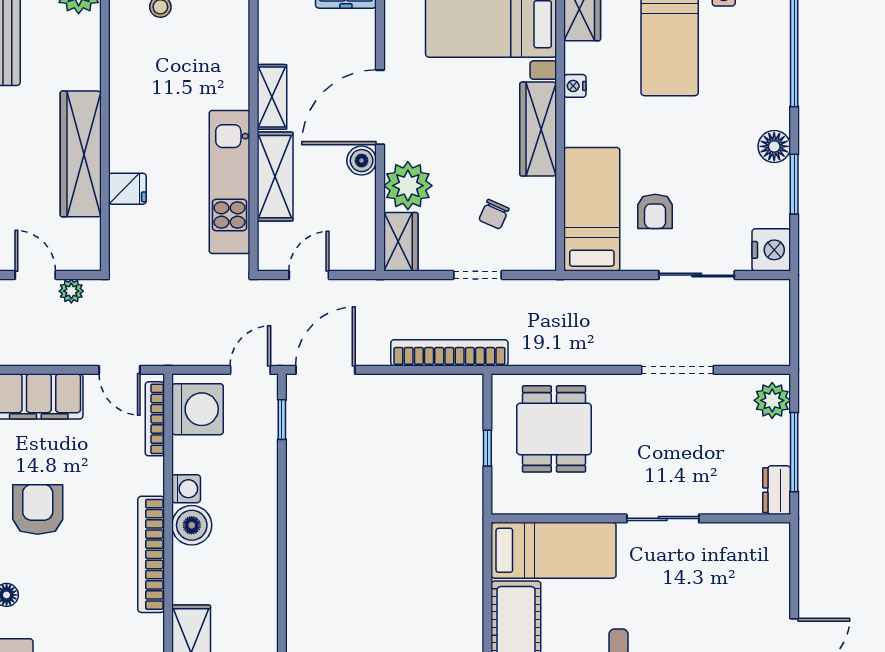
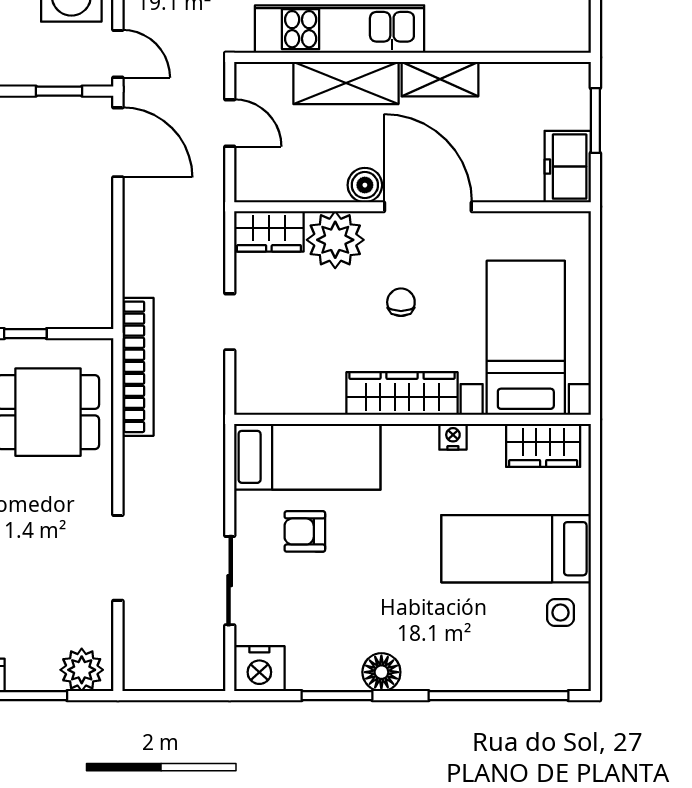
chair: (494, 214) -> (401, 302), moved, turned 66
bookcase: (449, 353) -> (138, 367), moved

